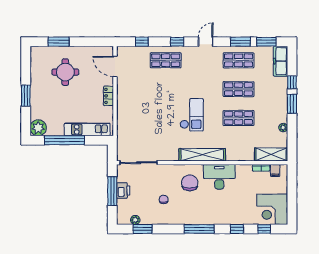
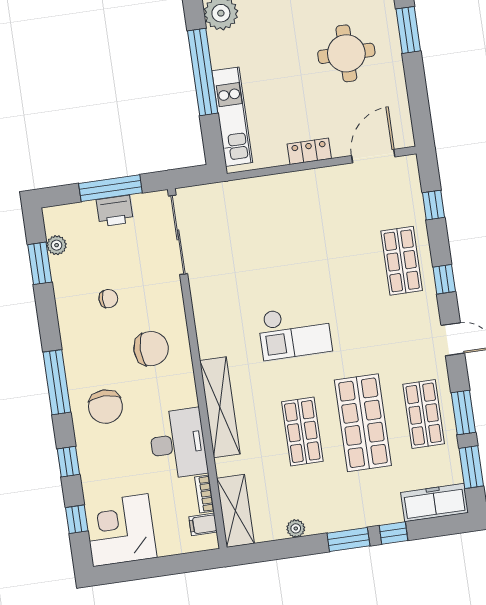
shop shelf: (239, 89) -> (363, 423), width x1.43, depth x1.36
shelving: (202, 155) -> (220, 407), moved
desk: (219, 177) -> (178, 444), moved
chair: (214, 208) -> (105, 407), added

